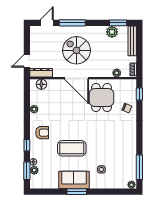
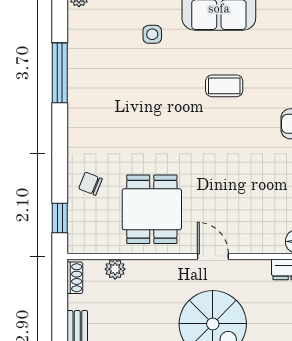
door: (76, 78) -> (213, 256), width x0.53
coffee table: (72, 148) -> (224, 86), width x0.54, depth x0.58
window: (139, 167) -> (60, 73), moved

